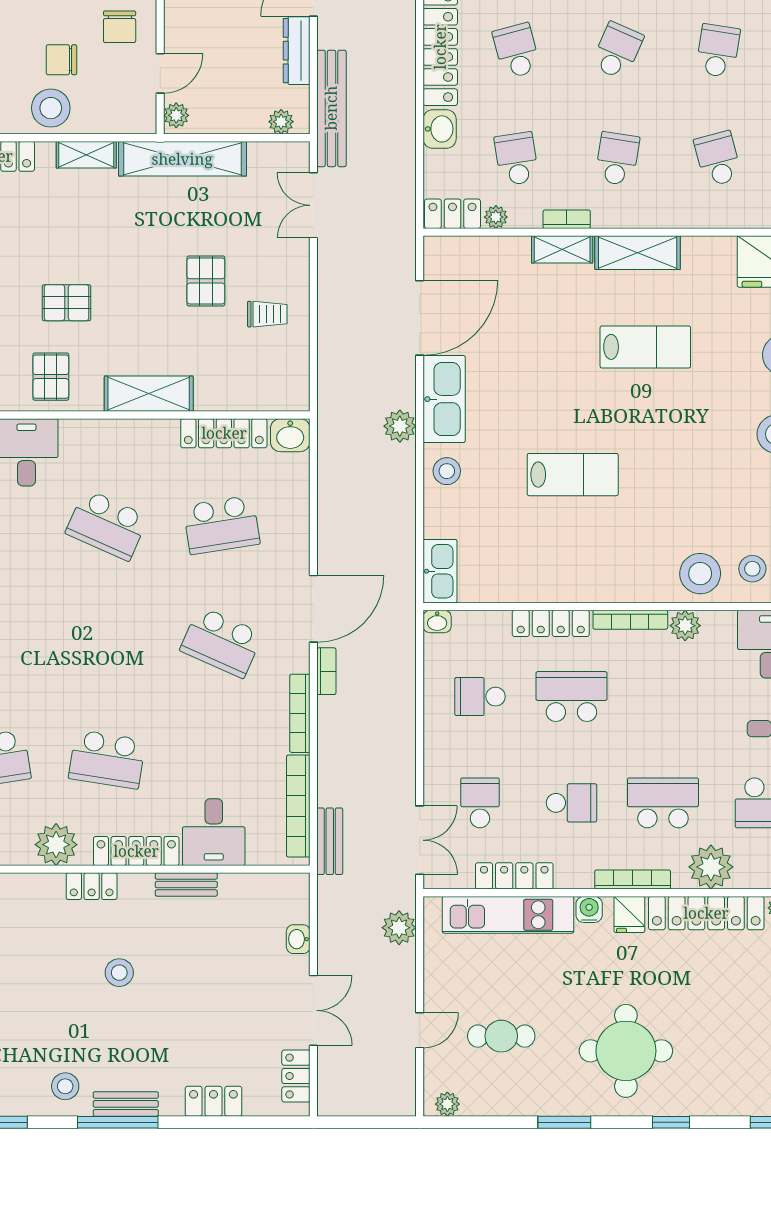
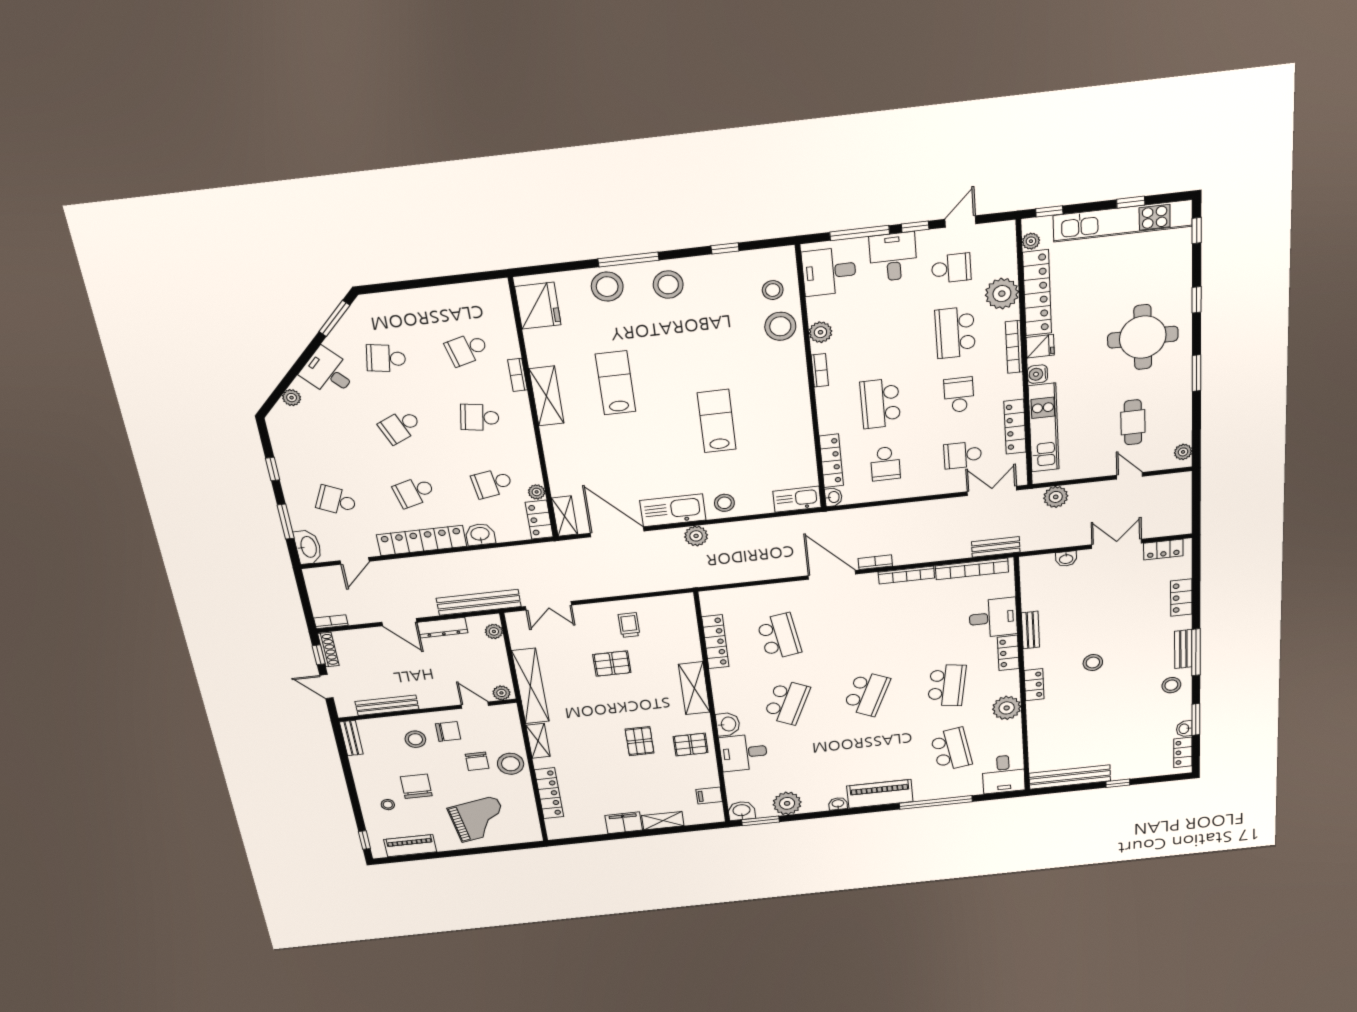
school desk: (617, 51) -> (400, 426), turned -48
bookcase: (567, 219) -> (518, 375), moved
shelving: (562, 249) -> (565, 516), moved
washbasin: (290, 435) -> (728, 724), moved
bookcase: (630, 620) -> (820, 370), width x0.64
locker: (551, 623) -> (831, 461), moved
school desk: (221, 642) -> (867, 694), moved
locker: (136, 851) -> (1008, 653), width x0.66

